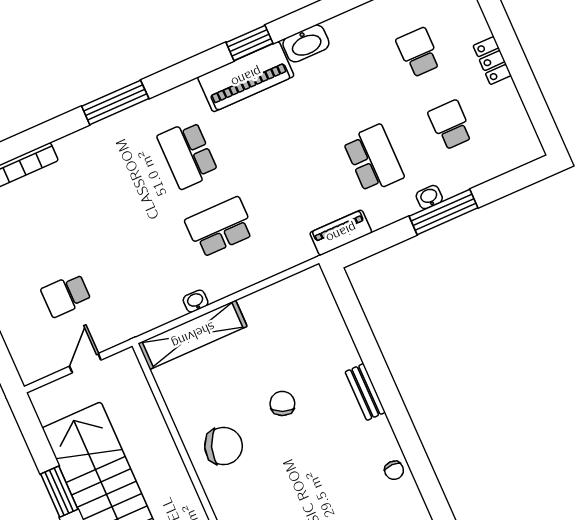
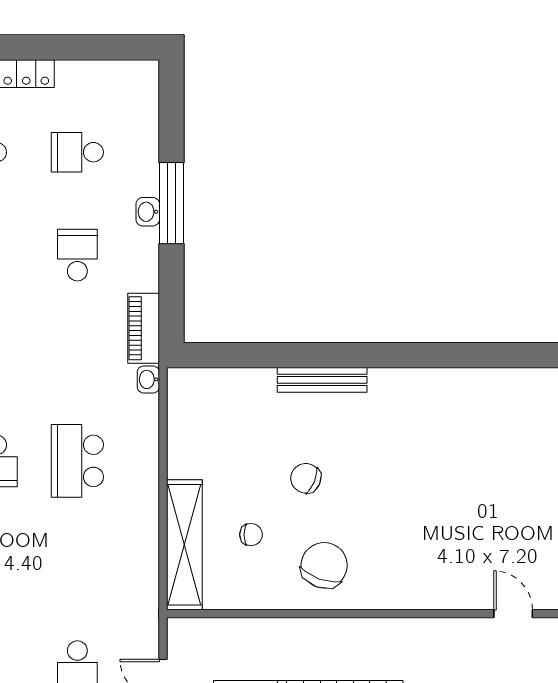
school desk: (374, 159) -> (77, 255), width x0.54
washbasin: (196, 301) -> (148, 379), moved
bench: (365, 392) -> (322, 380), width x1.36
chair: (394, 470) -> (251, 535), moved

